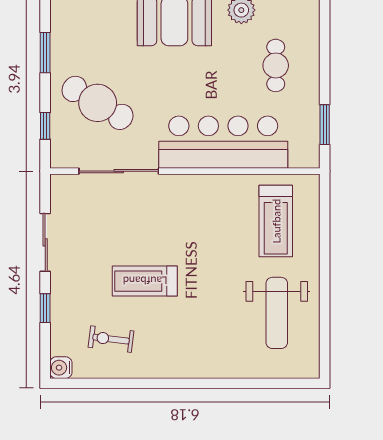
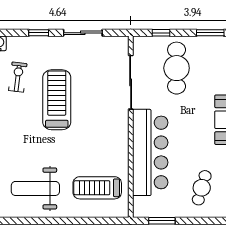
cafe table: (276, 65) -> (202, 188), turned -74
cafe table: (98, 103) -> (177, 68), turned -31
treadmill: (145, 281) -> (57, 100), width x1.37, depth x1.38

